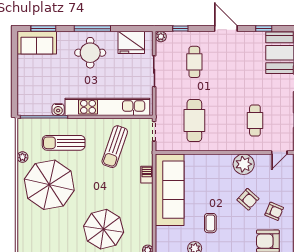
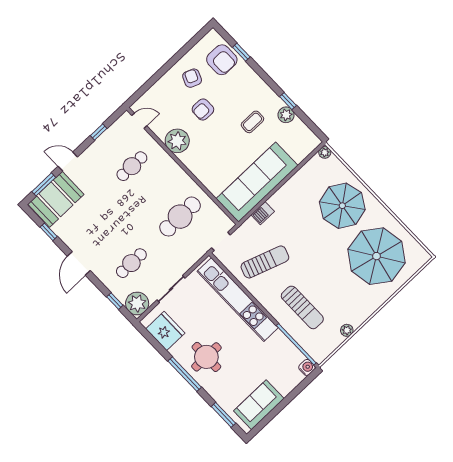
plant: (161, 37) -> (137, 303), width x1.88, depth x1.88
sofa: (37, 43) -> (259, 405), moved, turned -90
water cooler: (58, 110) -> (307, 367), moved
parasol: (49, 185) -> (376, 256), moved
armchair: (248, 199) -> (203, 110), turned -132

